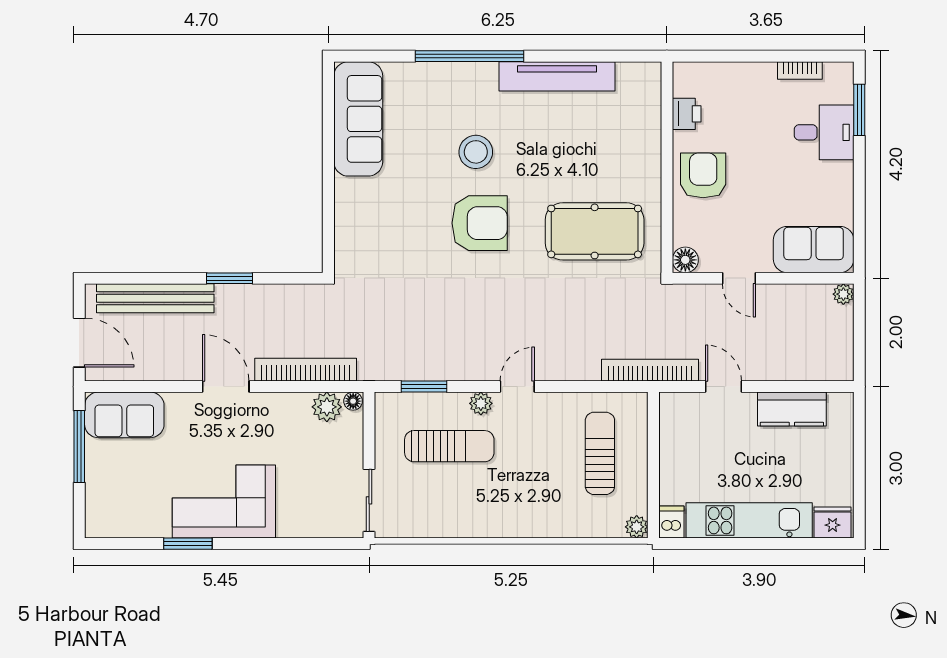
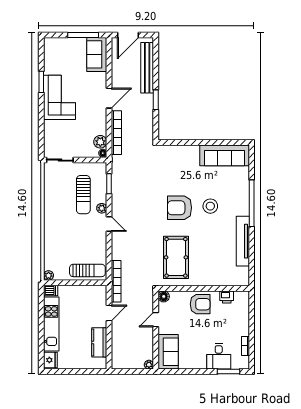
armchair: (480, 223) -> (180, 208), turned 90
sun lounger: (600, 453) -> (87, 270), moved

